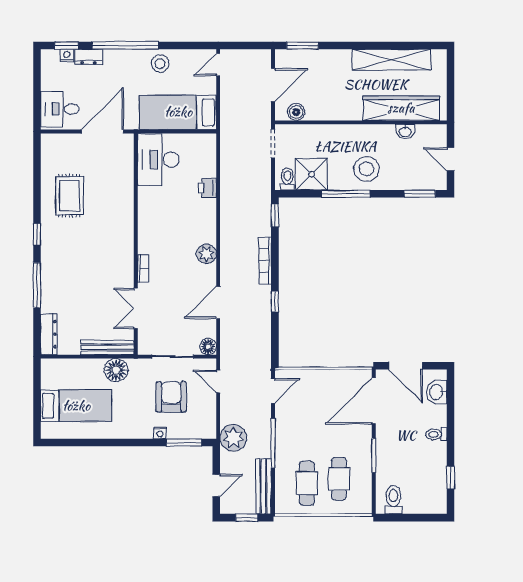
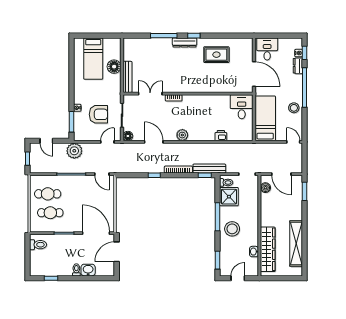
desk: (158, 160) -> (242, 107), width x0.73
dresser: (49, 334) -> (185, 42), moved
floor lamp: (116, 370) -> (114, 67), moved
washbasin: (437, 392) -> (88, 270), moved
bench: (263, 486) -> (209, 168), moved

